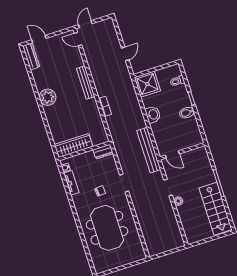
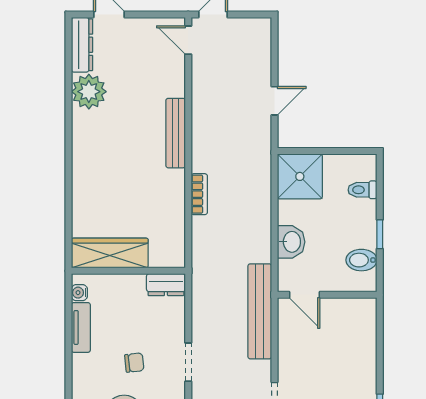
plant: (48, 97) -> (89, 92), moved
wall: (182, 151) -> (327, 295), moved
door: (172, 154) -> (304, 295), moved

